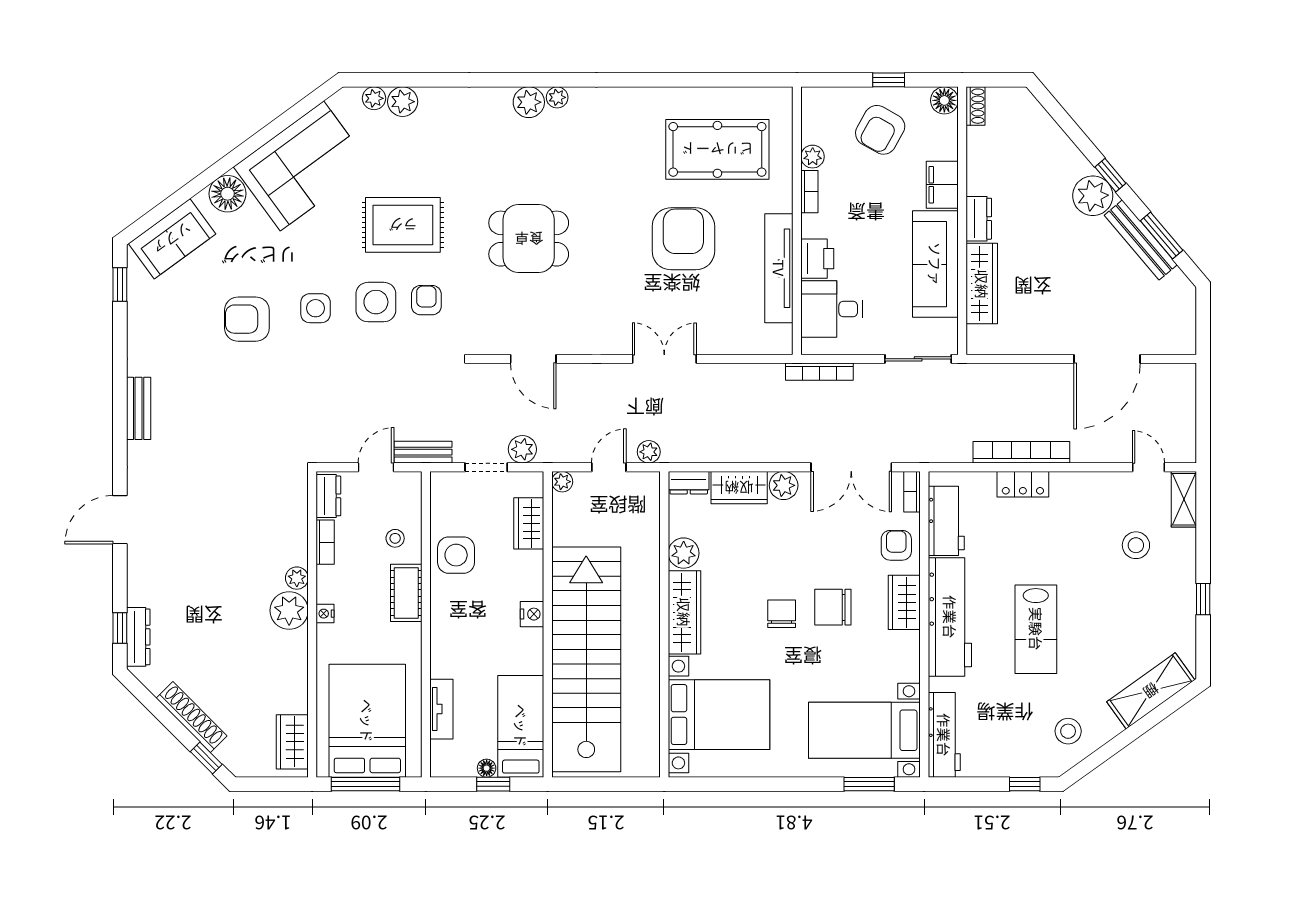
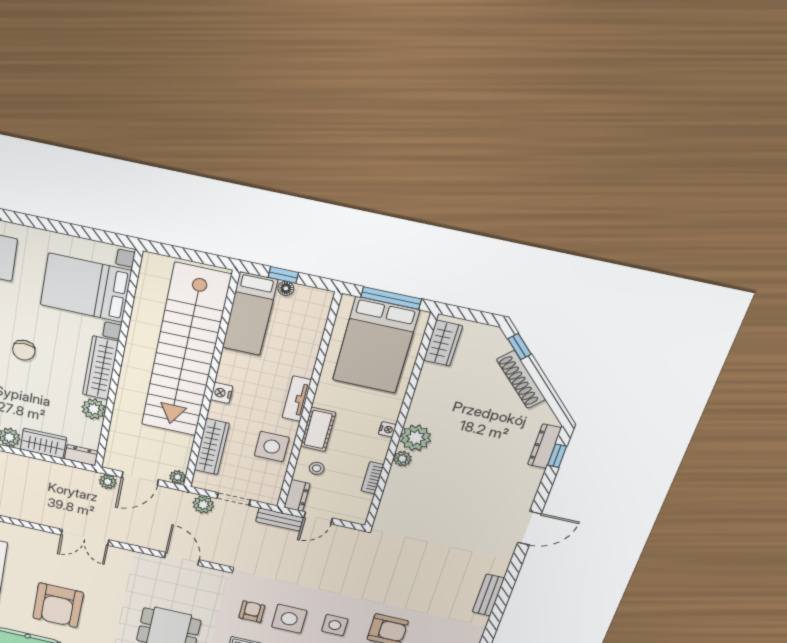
armchair: (426, 300) -> (252, 612), turned 180
door: (609, 467) -> (140, 479), width x1.37
dresser: (328, 496) -> (297, 496), moved, turned 180
wardrobe: (529, 523) -> (212, 447), width x1.50
tv unit: (441, 709) -> (297, 399), moved

